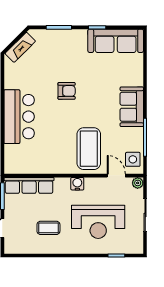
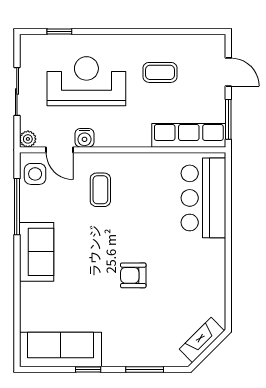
bar counter: (19, 117) -> (203, 198), moved
coffee table: (89, 149) -> (100, 190), width x0.54, depth x0.58
water cooler: (77, 184) -> (85, 138), moved

